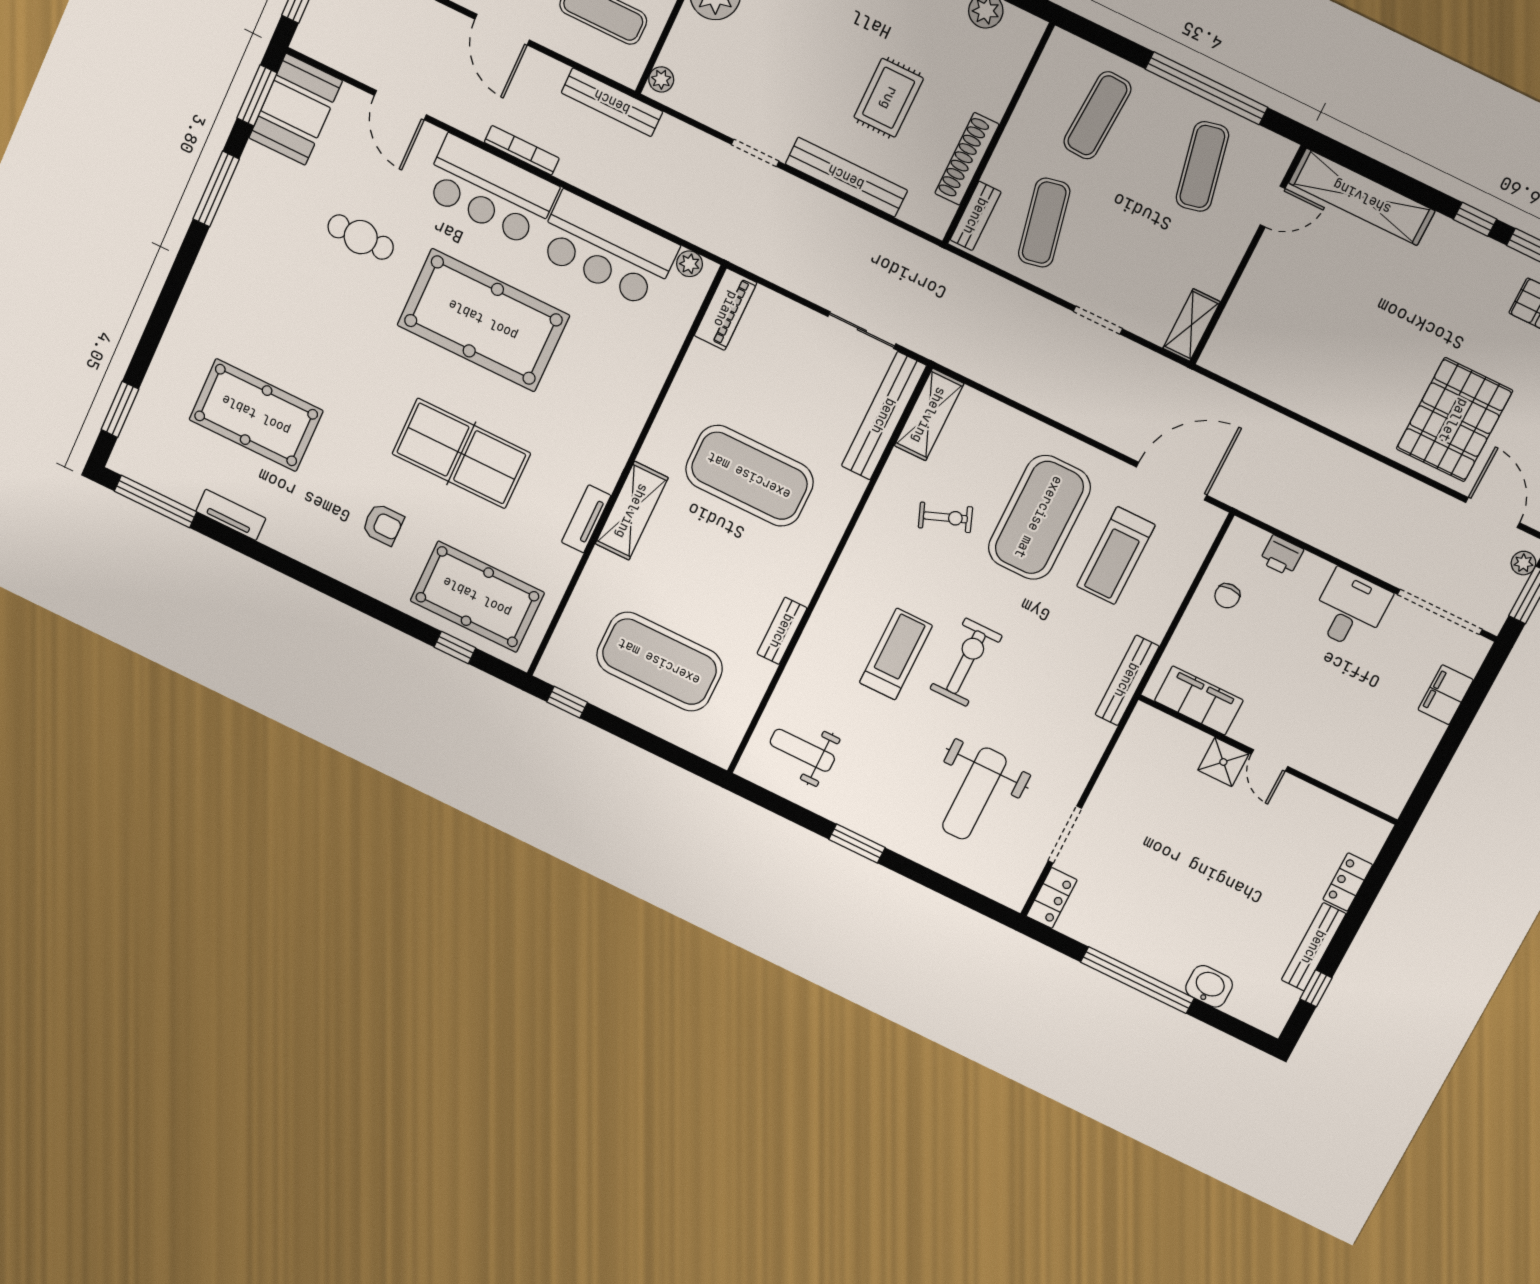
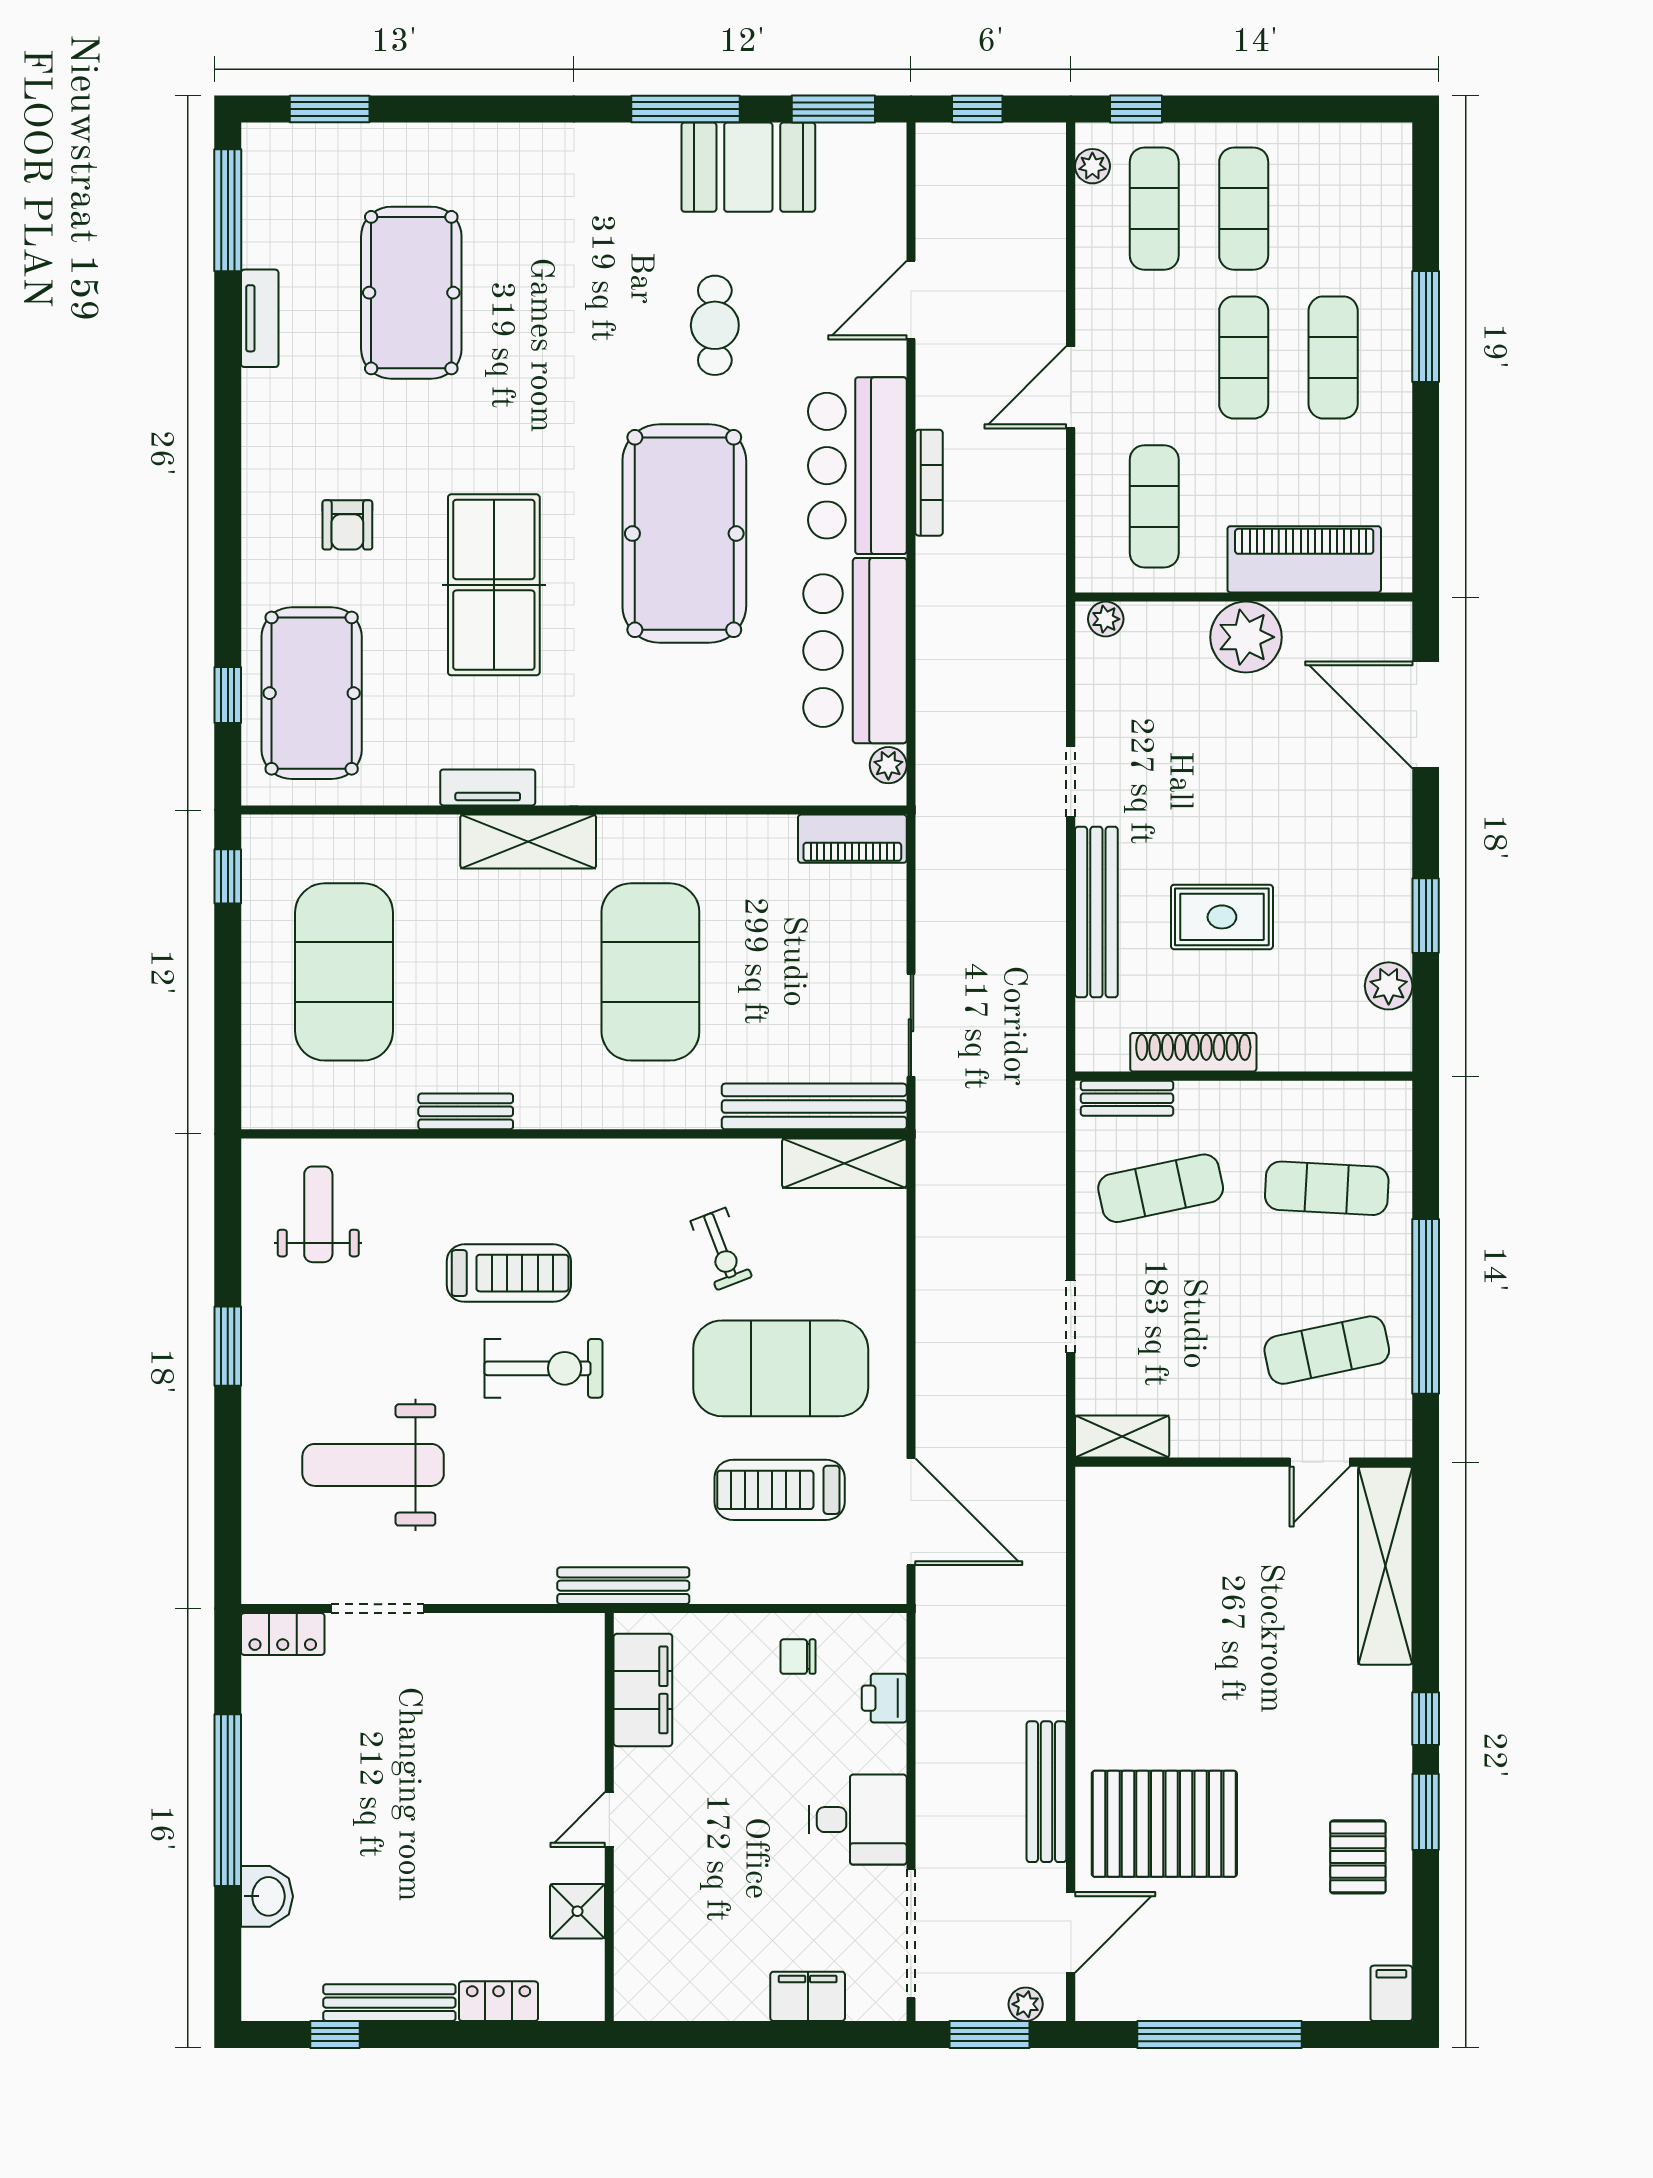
bench: (612, 102) -> (1046, 1792), moved
booth: (296, 109) -> (748, 167), moved
door: (1273, 207) -> (1320, 1462), hinge flipped
shower: (1223, 762) -> (577, 1911), moved

